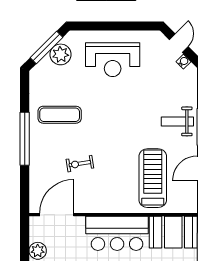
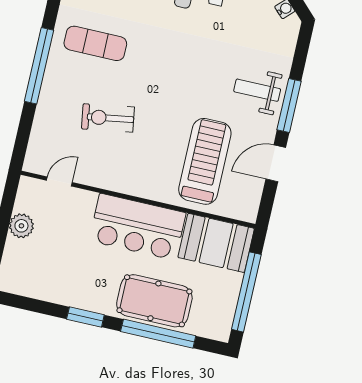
exercise bike: (80, 164) -> (108, 118), width x1.38, depth x1.39
door: (57, 215) -> (59, 181), width x0.53

